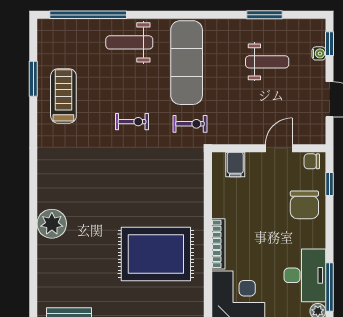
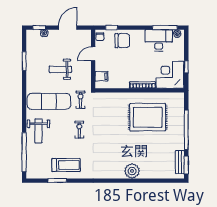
weight bench: (267, 62) -> (60, 69), moved, turned -90
treadmill: (63, 96) -> (66, 165), turned 180
door: (279, 148) -> (93, 54), hinge flipped
rug: (156, 254) -> (148, 117), turned 90

